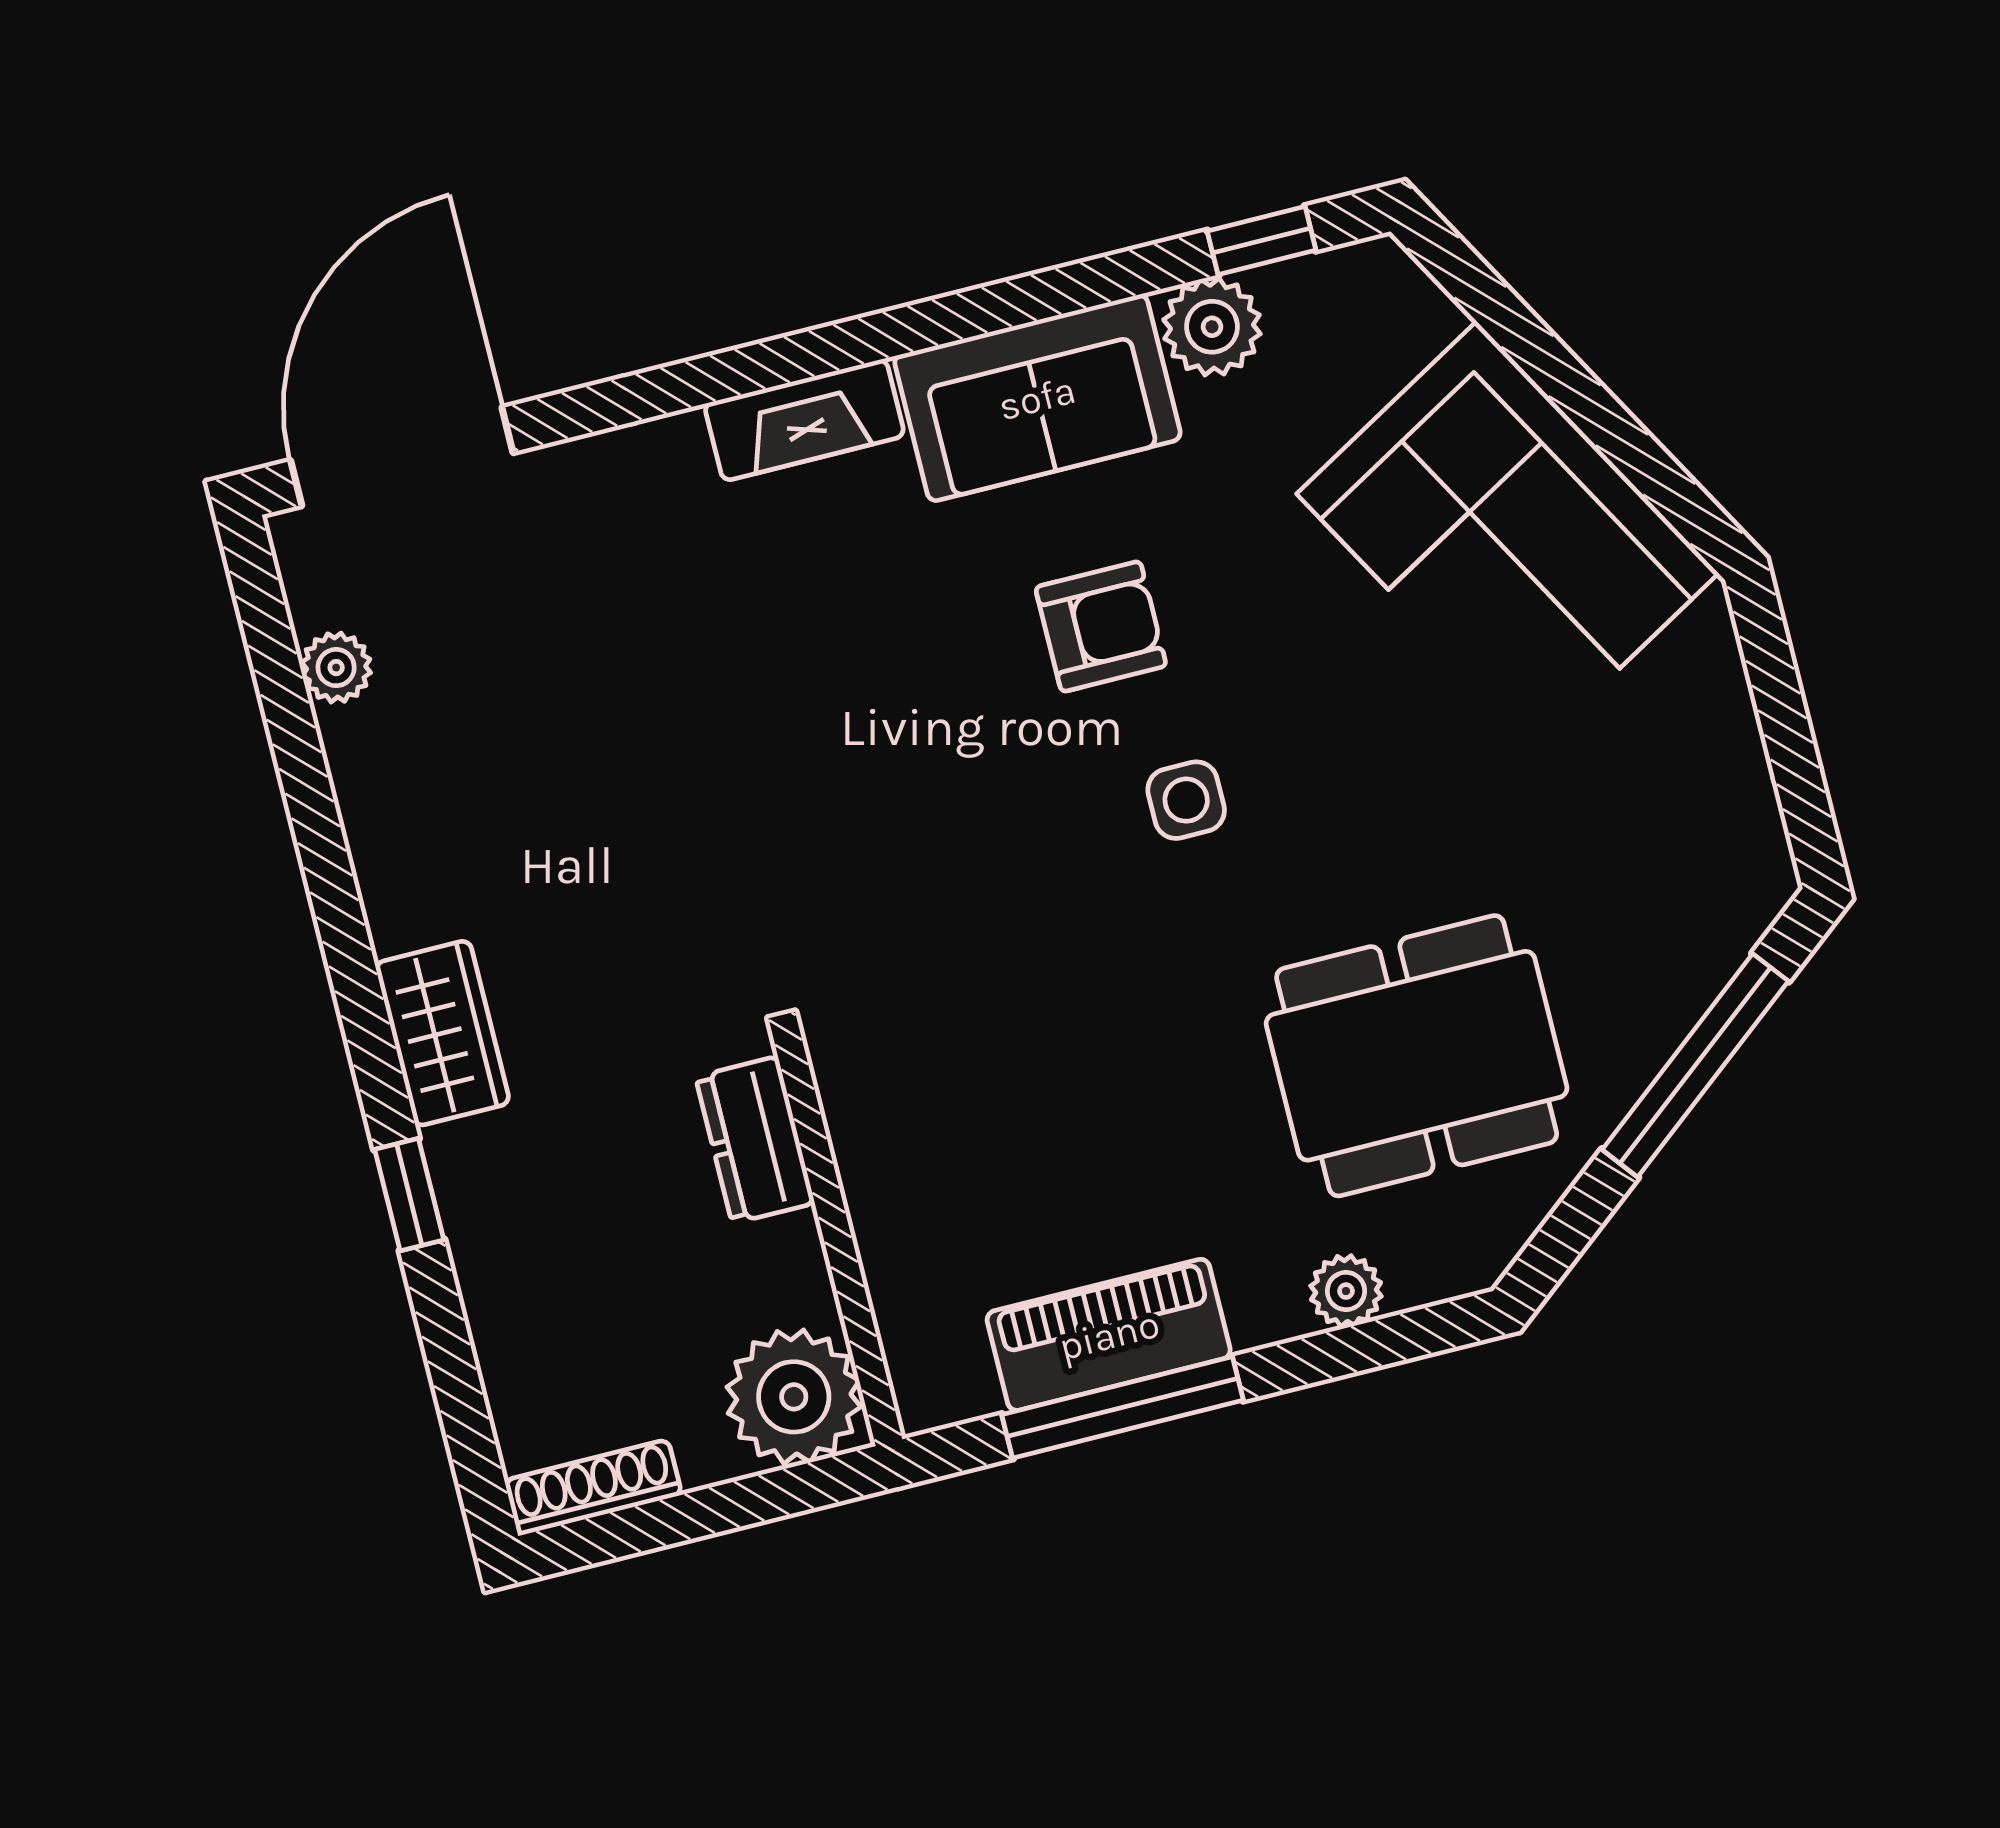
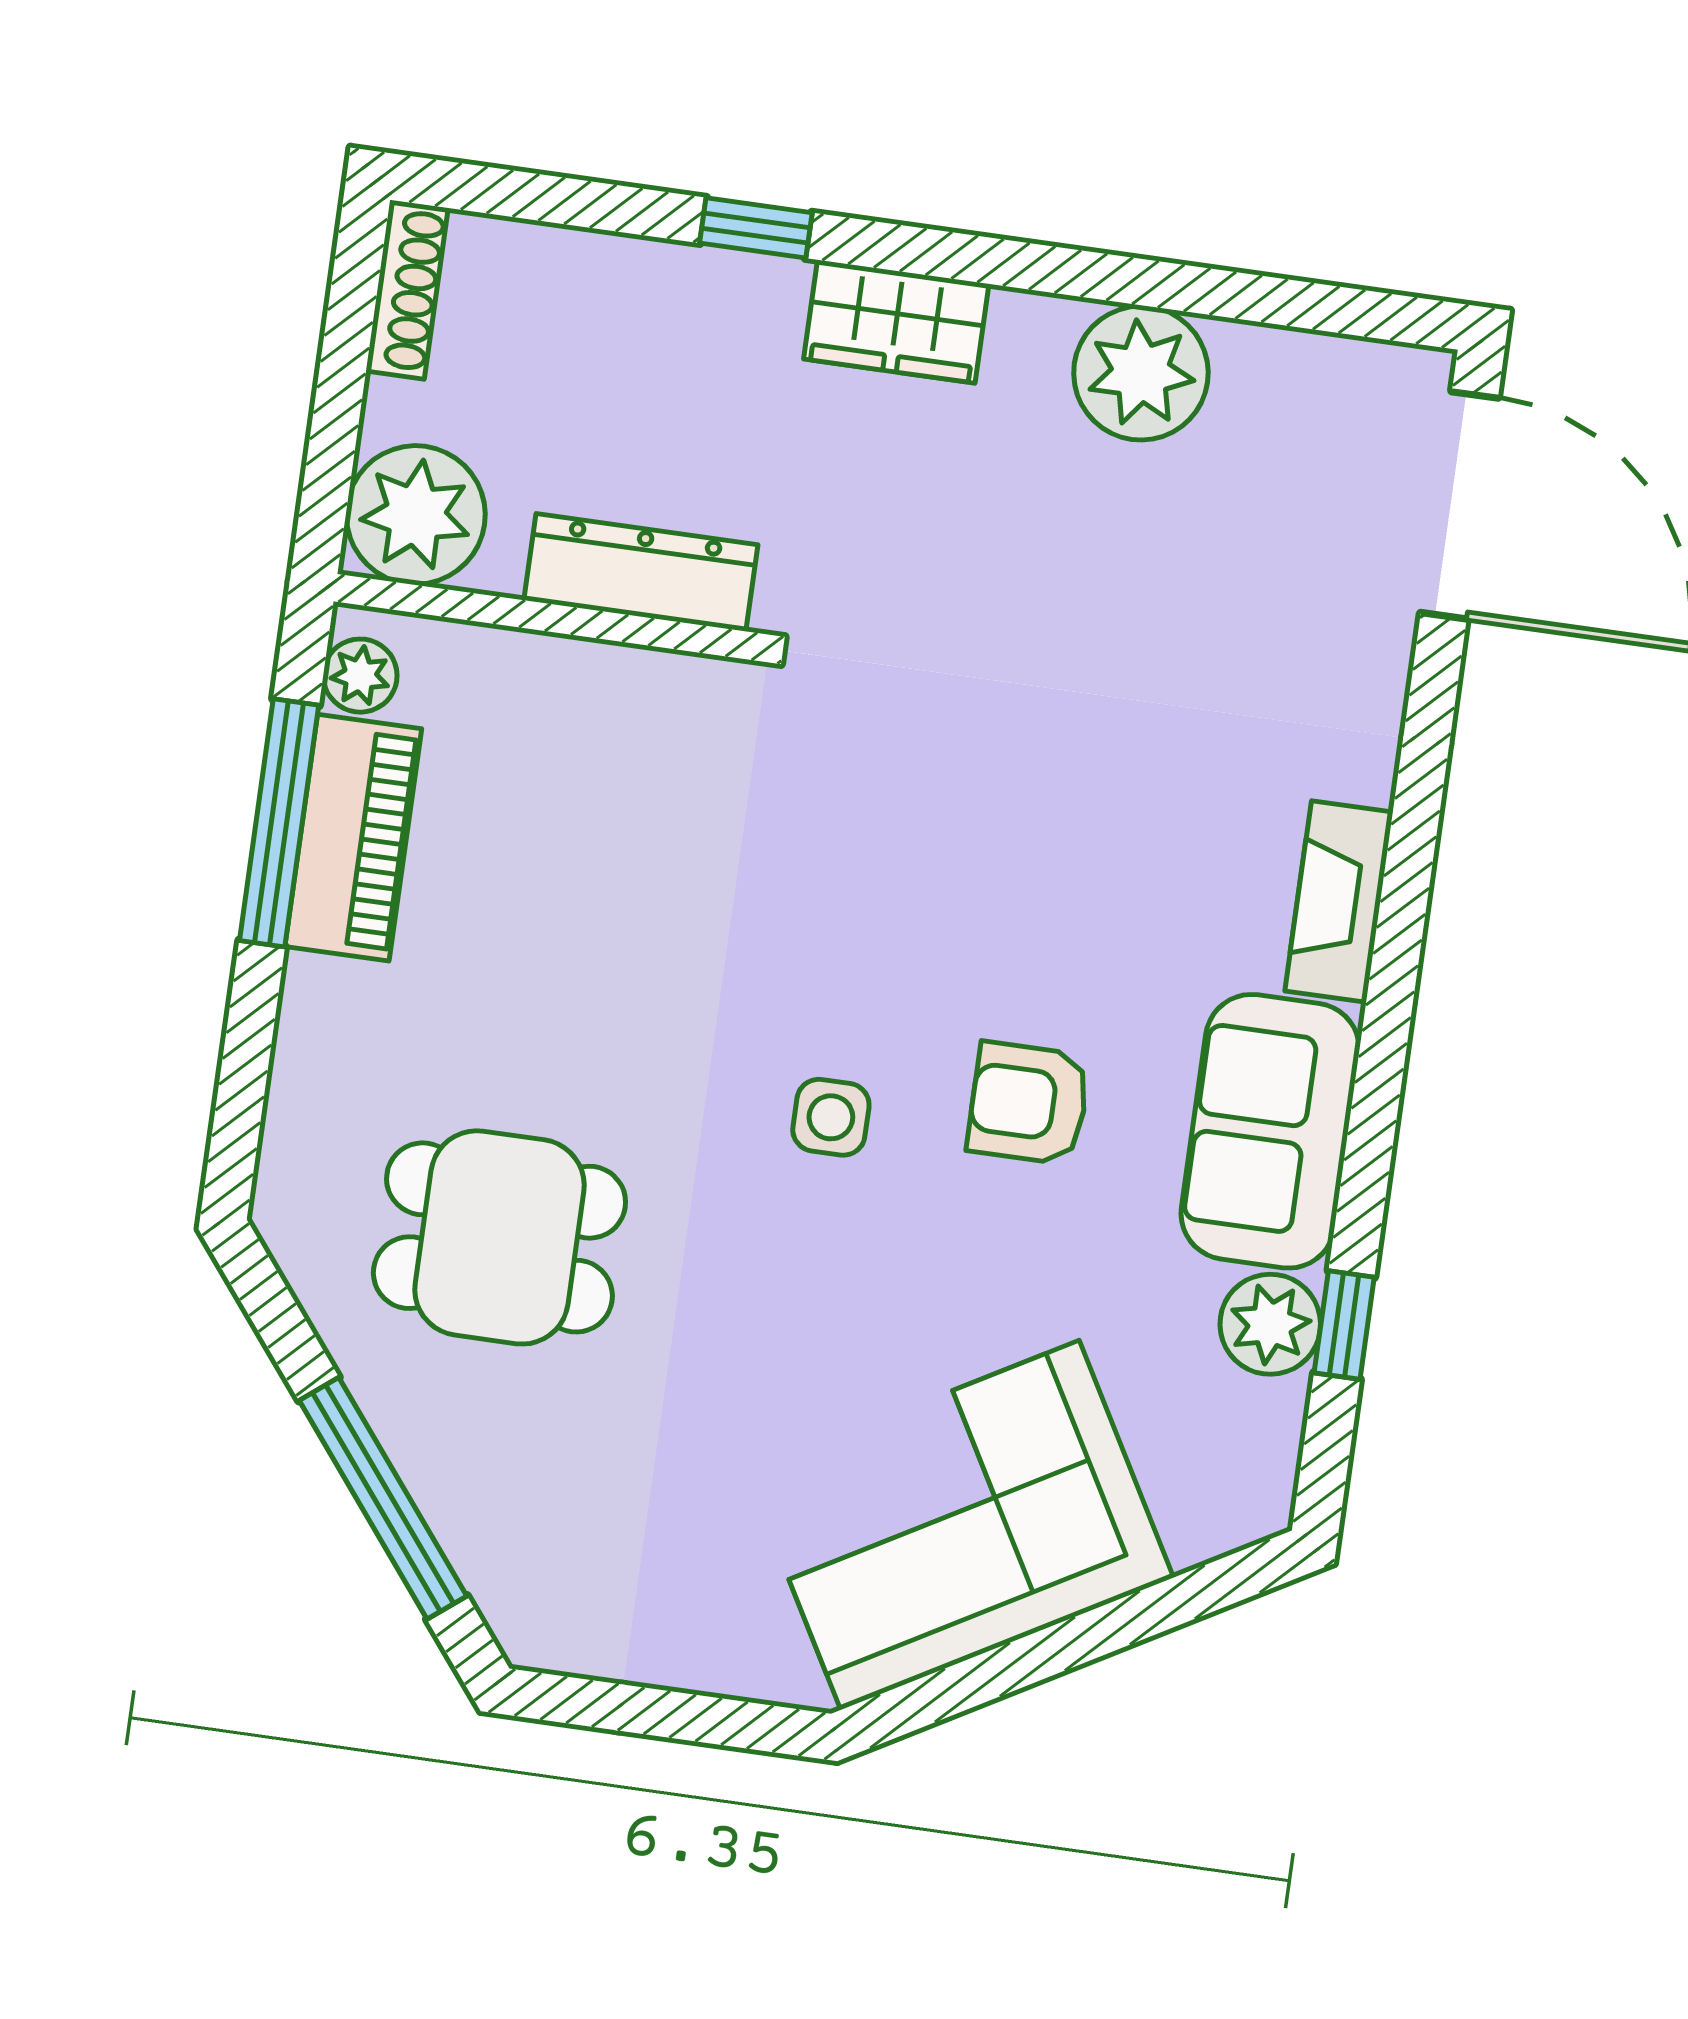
window: (1262, 241) -> (1344, 1325), moved
armchair: (1101, 627) -> (1029, 1103), turned 90
plant: (336, 668) -> (1141, 373), moved, width x1.88, depth x1.88
dining table: (1417, 1056) -> (499, 1237), width x0.73
dresser: (755, 1140) -> (641, 572), width x1.44
plant: (1346, 1291) -> (360, 676), moved

